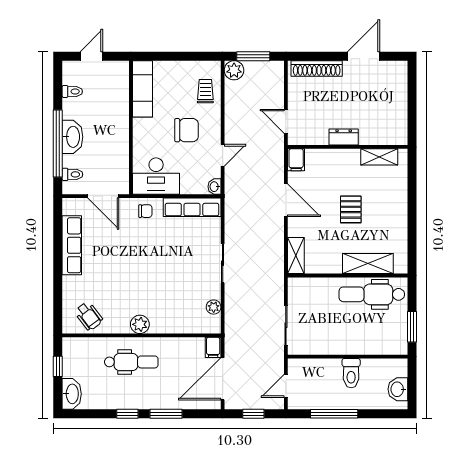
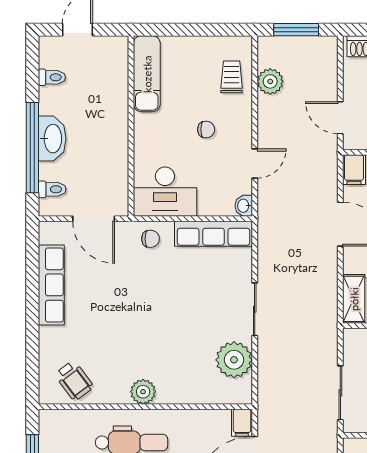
plant: (234, 70) -> (270, 81), moved
chair: (187, 130) -> (206, 130), width x0.54, depth x0.54
plant: (214, 307) -> (234, 360), width x1.87, depth x1.87

